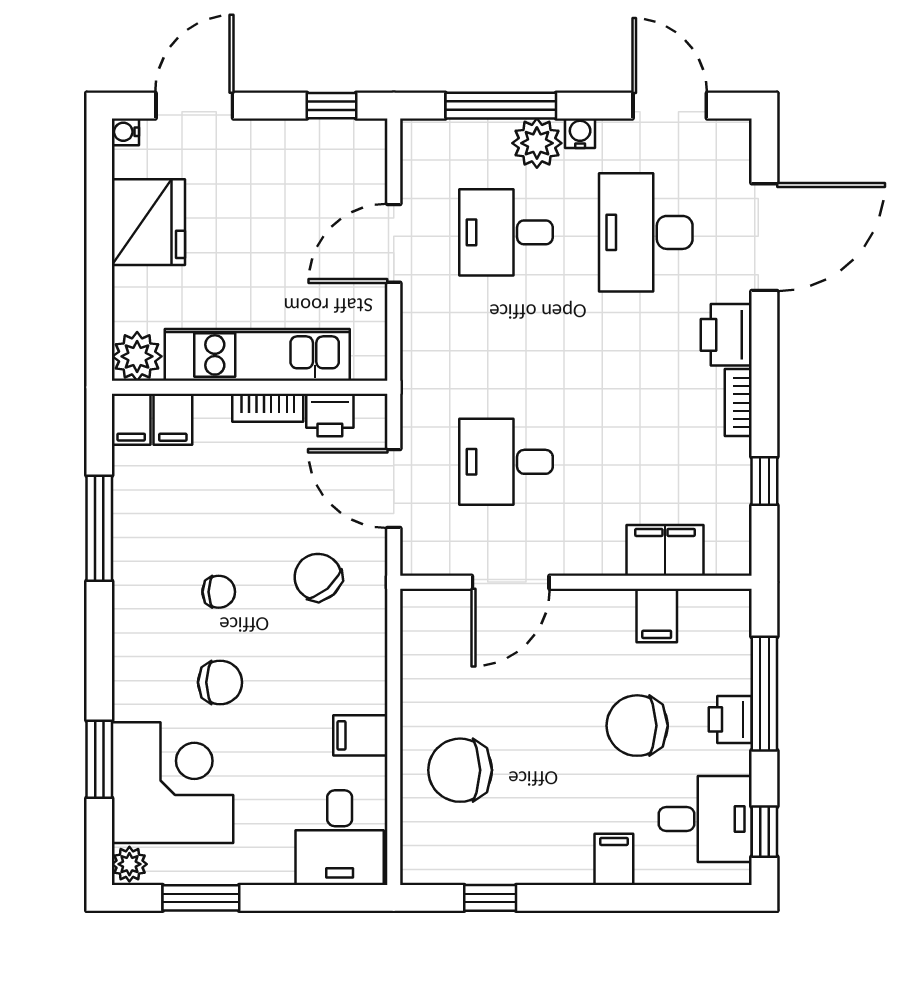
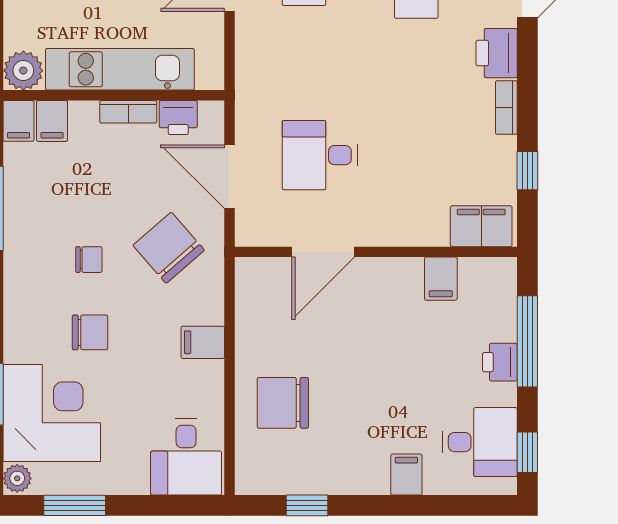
filing cabinet: (665, 550) -> (481, 226), moved
chair: (318, 577) -> (169, 248), width x1.37, depth x1.37
chair: (637, 726) -> (425, 367), removed
filing cabinet: (360, 735) -> (203, 342), moved

